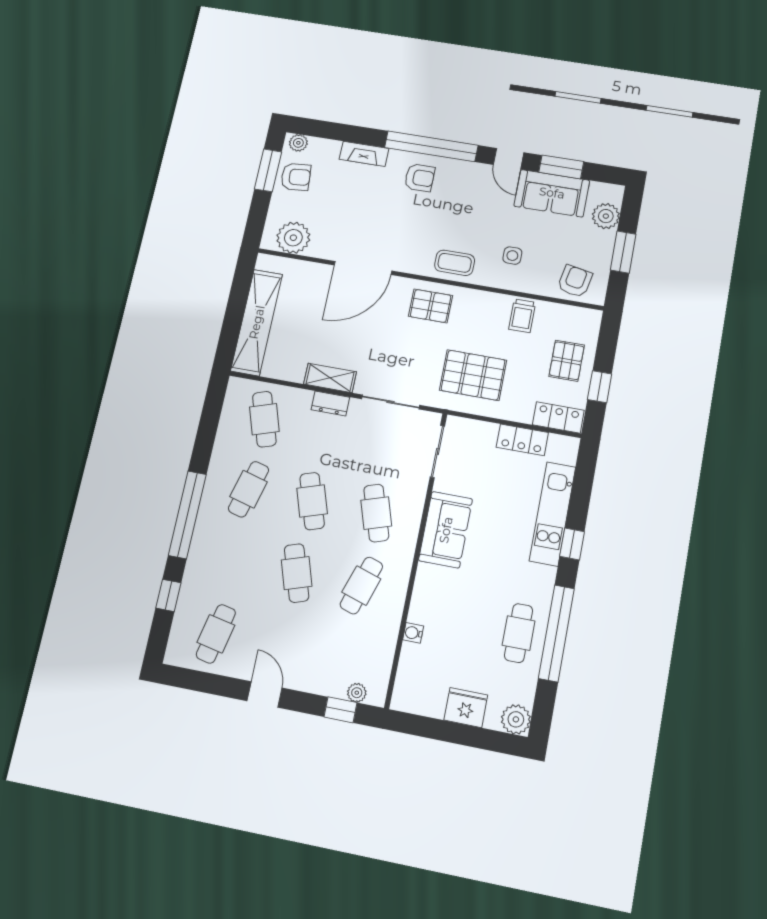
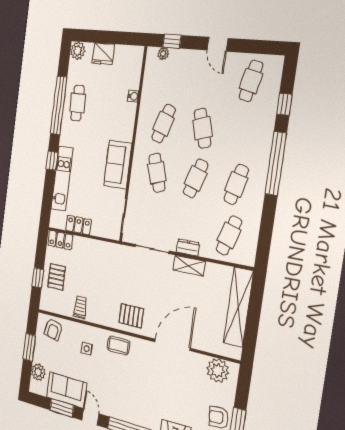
armchair: (420, 178) -> (141, 409), removed
pallet: (473, 375) -> (106, 268), removed
window: (600, 387) -> (38, 278), moved
cafe table: (264, 419) -> (229, 235), turned 36
cafe table: (312, 501) -> (196, 178), turned 36

